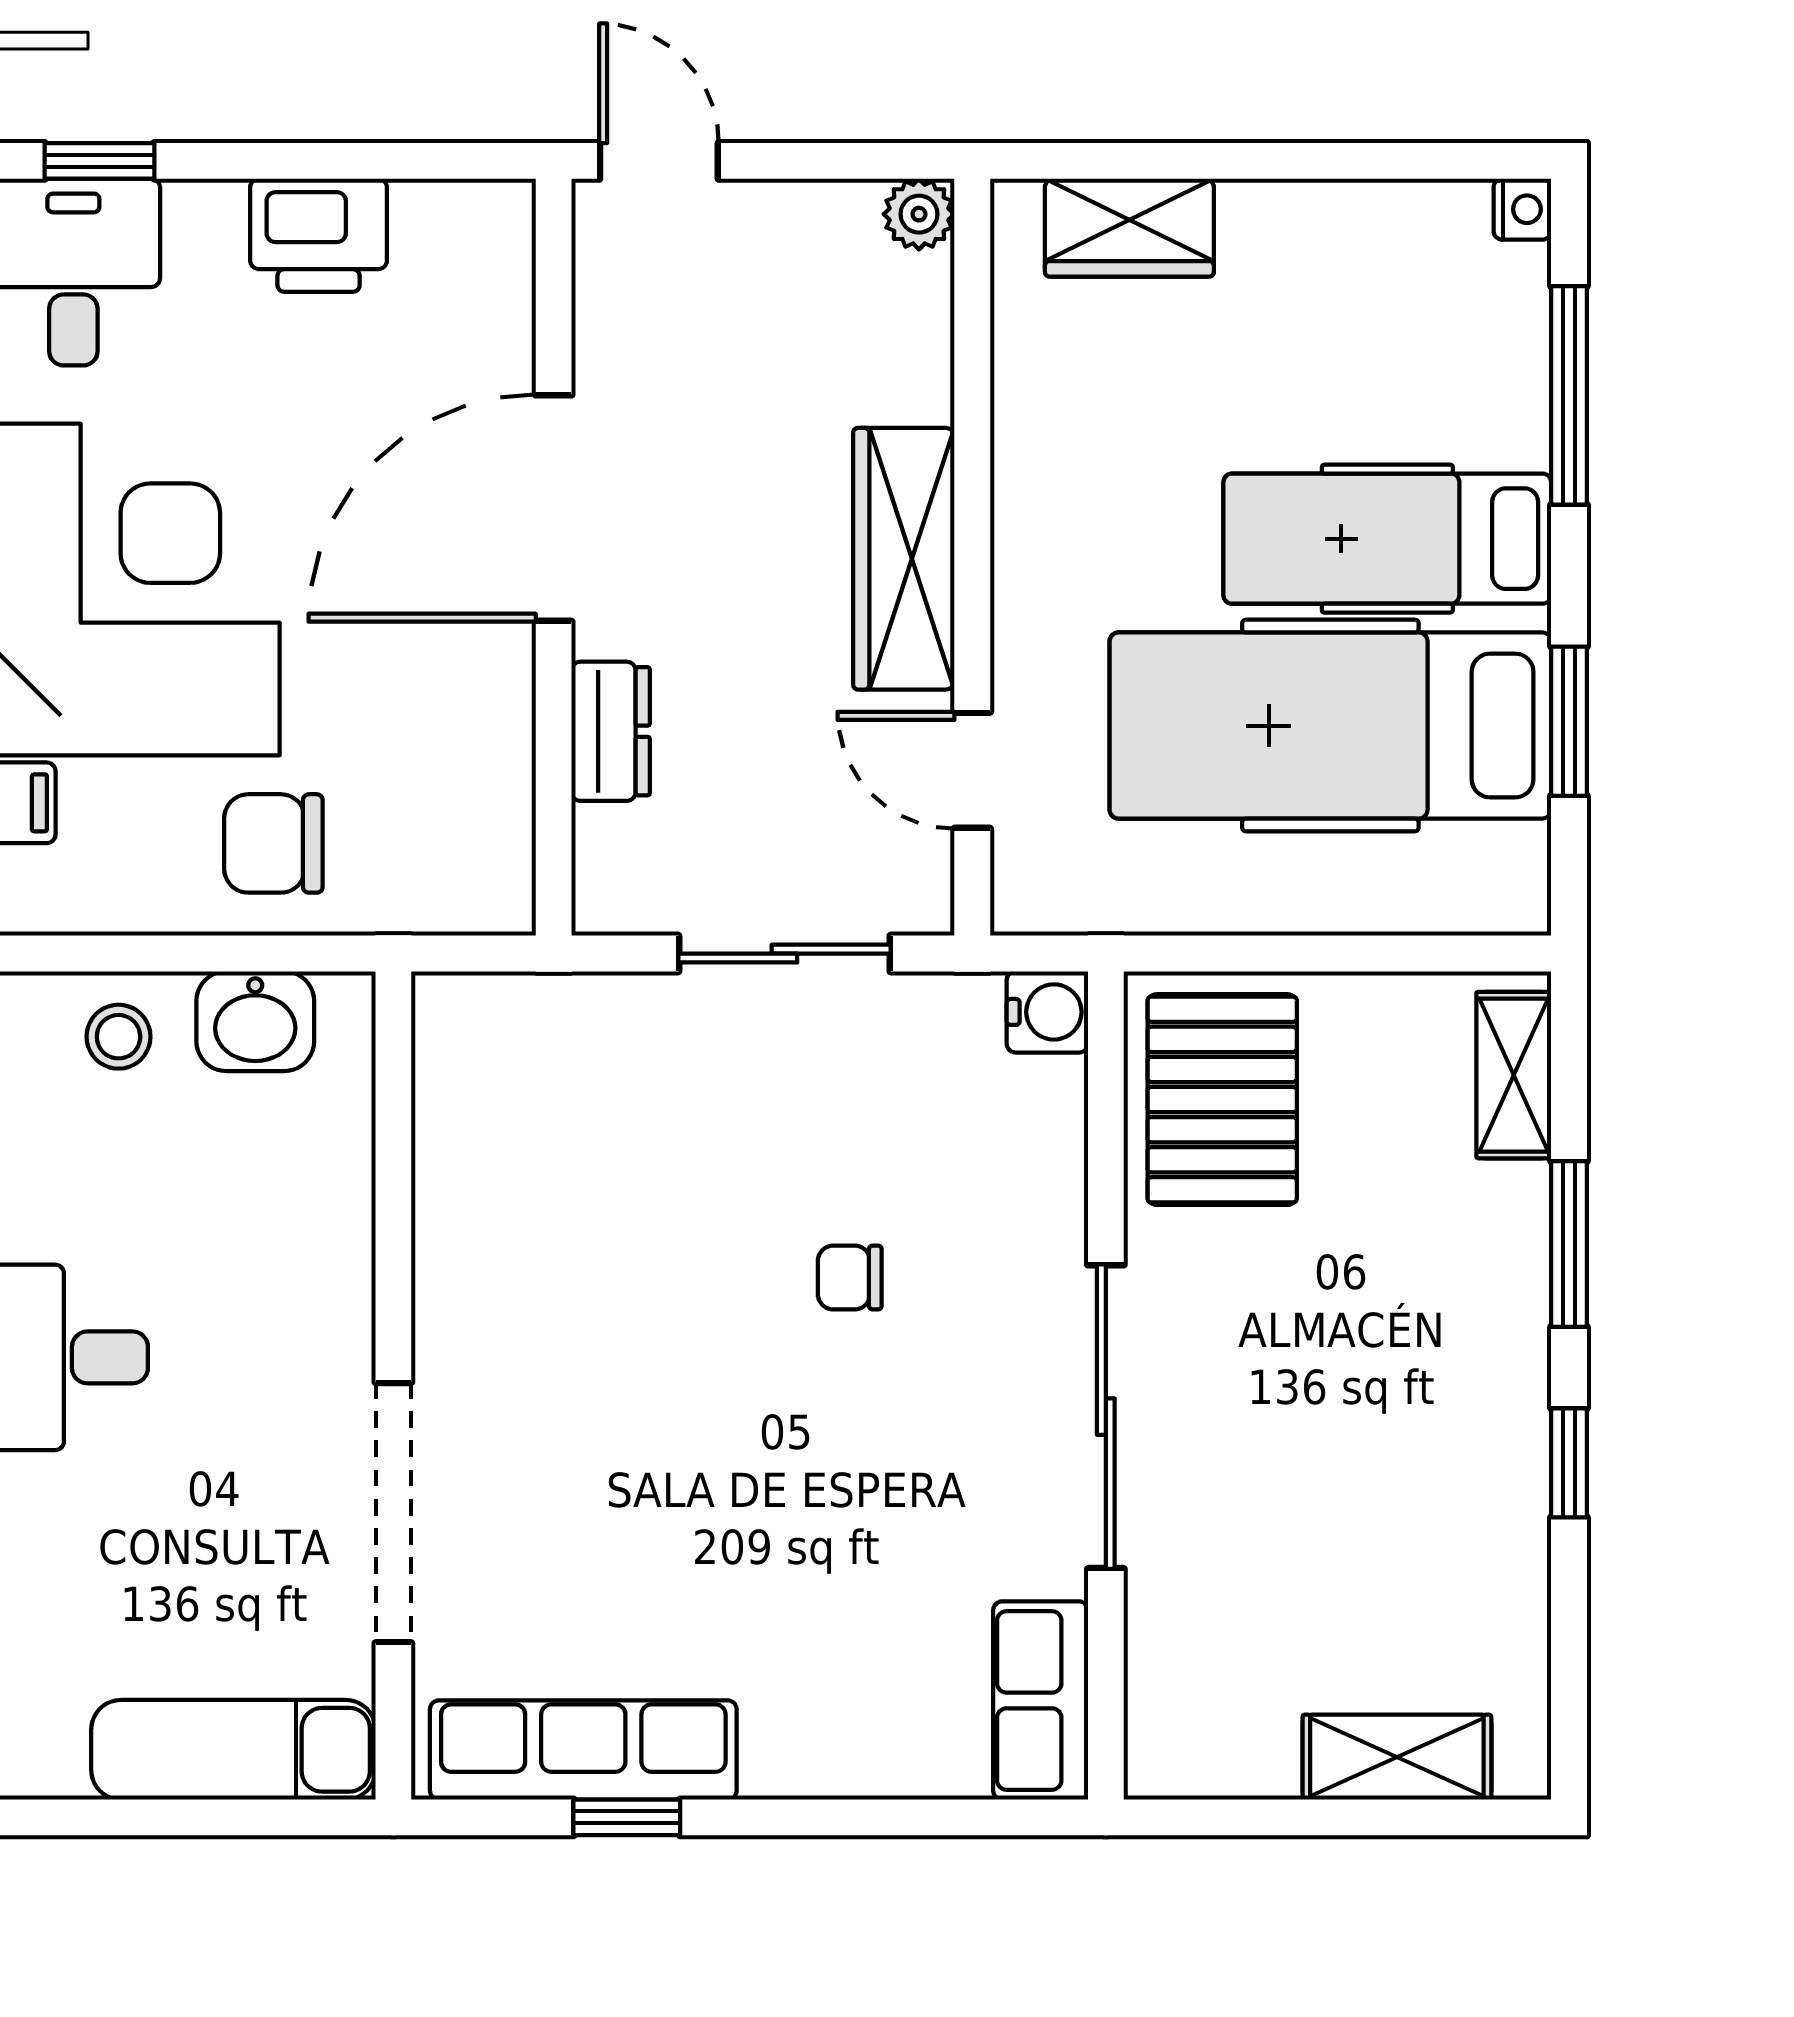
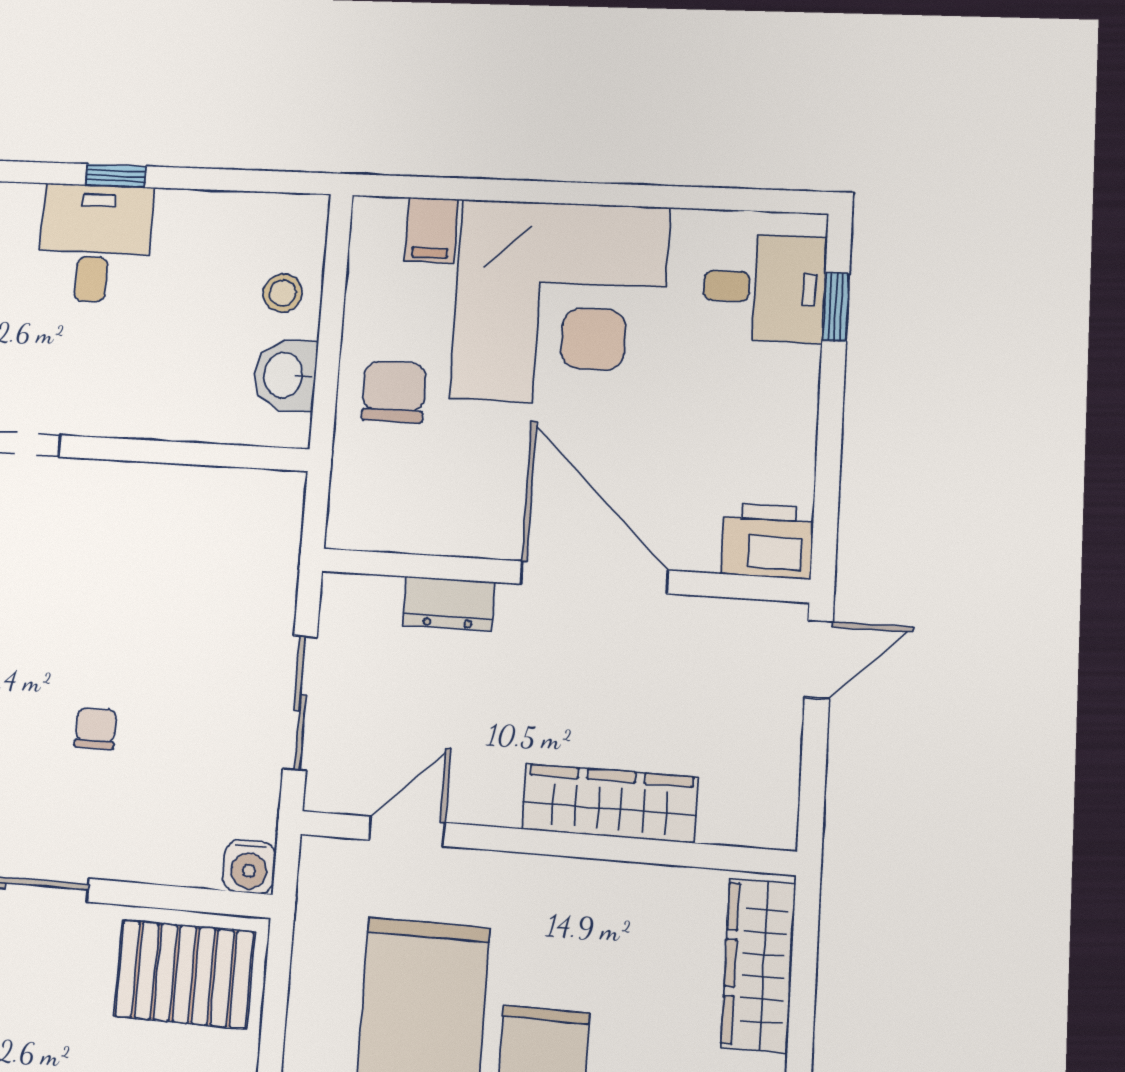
plant: (919, 214) -> (775, 826), removed
wardrobe: (1129, 228) -> (758, 965), width x1.50
printer: (319, 235) -> (767, 541), moved, turned 90
wardrobe: (904, 559) -> (610, 803), moved

